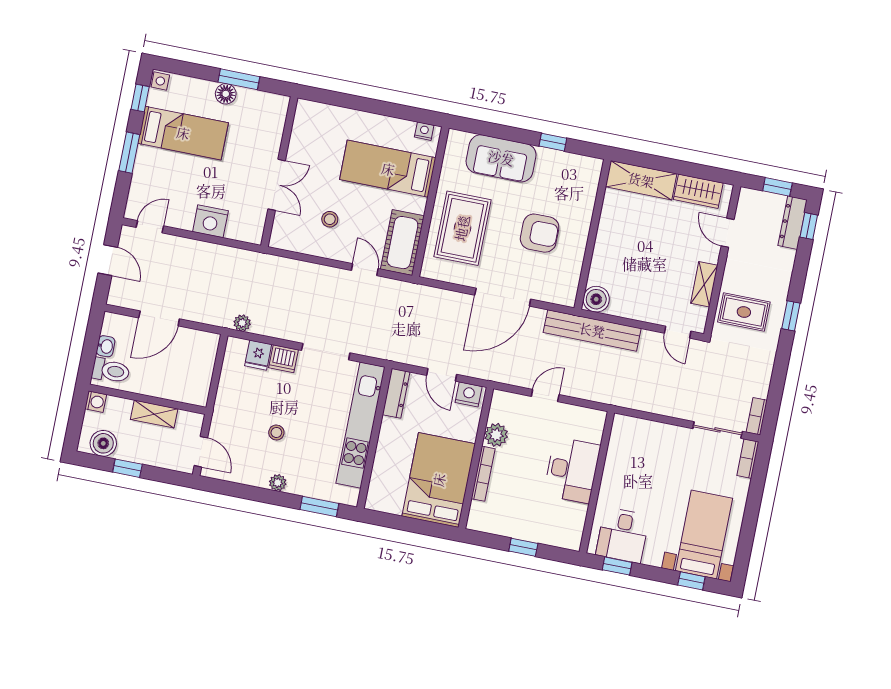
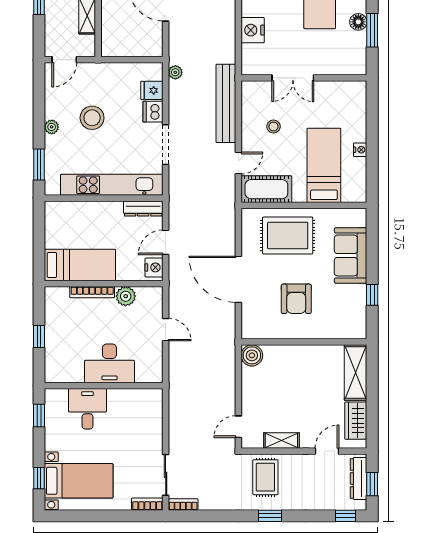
nightstand: (424, 131) -> (360, 150), moved
dresser: (793, 223) -> (359, 478), moved, turned -90
bench: (592, 330) -> (226, 103), moved
stool: (276, 432) -> (92, 118), width x1.89, depth x1.89
bed: (439, 480) -> (80, 265), width x0.67
desk: (623, 535) -> (87, 409), moved, turned 90

